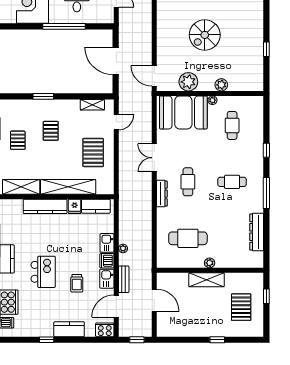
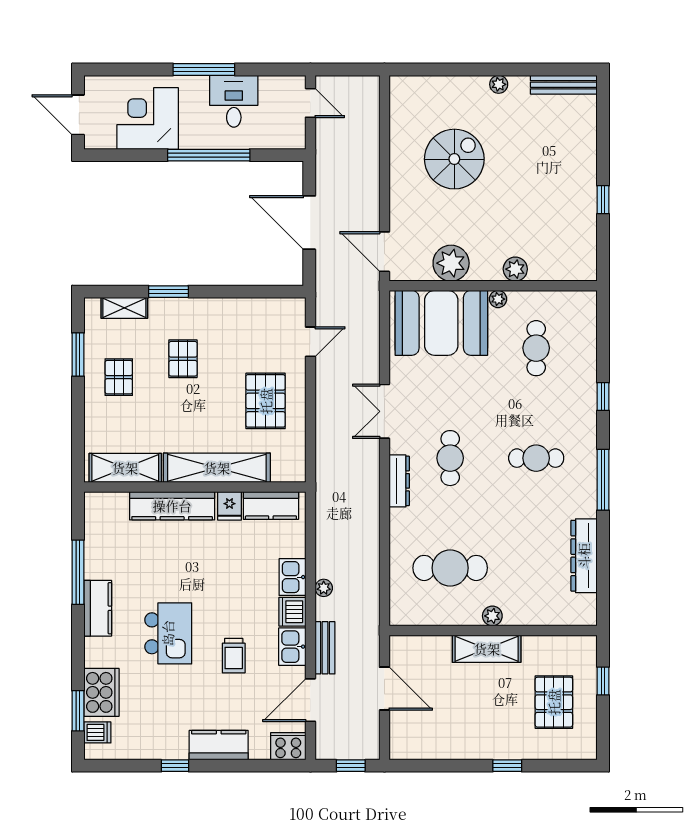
spiral stairs: (205, 35) -> (454, 159), moved, turned 180
shelving: (92, 105) -> (124, 308), moved

